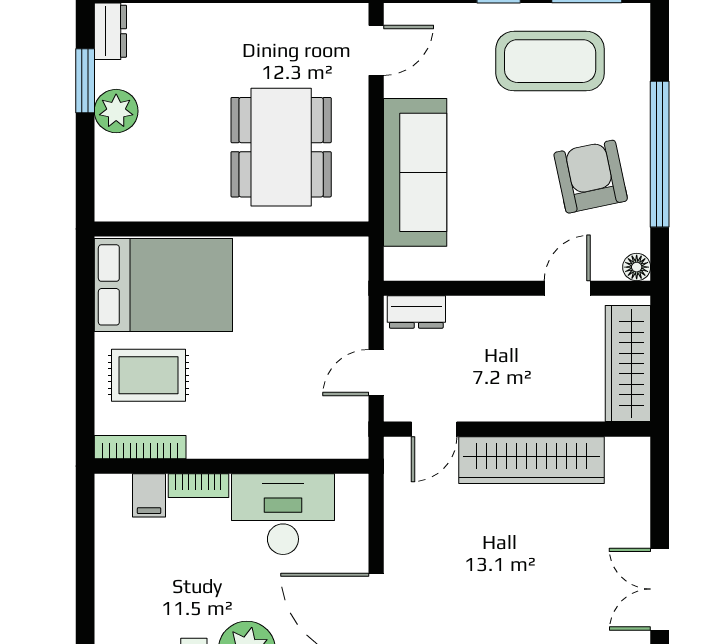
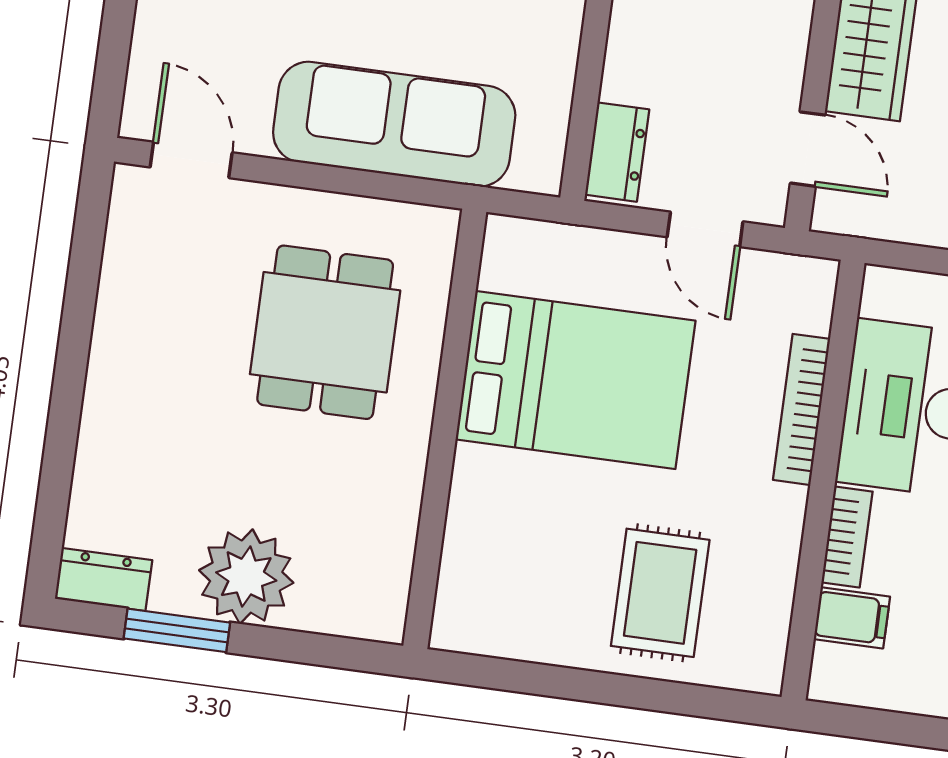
plant: (116, 111) -> (246, 577), width x1.36, depth x1.36
dining table: (281, 147) -> (325, 332), width x0.73
bed: (163, 285) -> (575, 380), moved, turned 90
bookcase: (140, 447) -> (802, 409), moved

